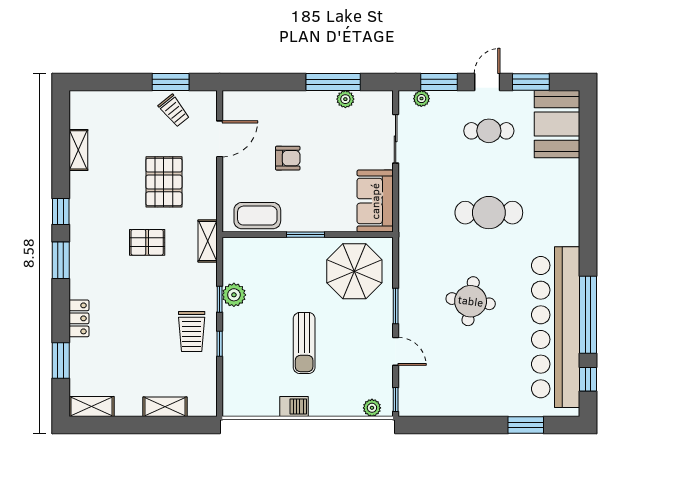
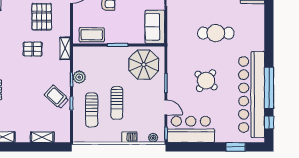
round table: (471, 301) -> (206, 81), turned 31
trolley: (192, 332) -> (57, 97), turned 132
sun lounger: (257, 356) -> (92, 110), added
bar counter: (442, 392) -> (191, 129), added
barbecue: (294, 407) -> (129, 137), moved

